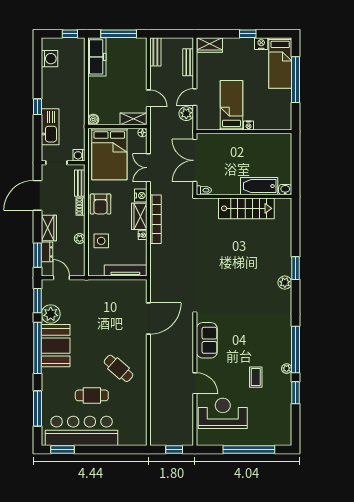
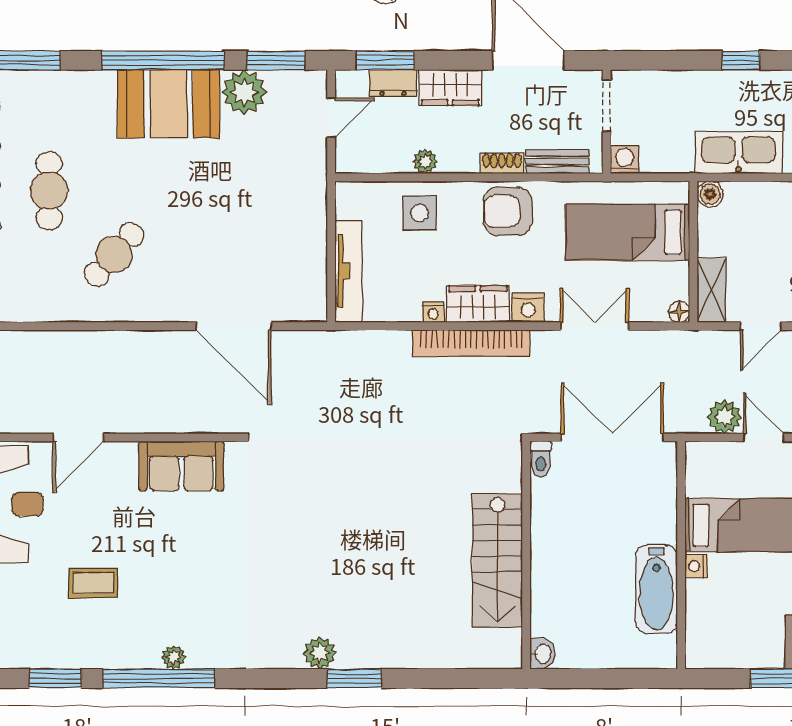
kitchen sink: (50, 127) -> (738, 153), moved, turned 180
bed: (109, 154) -> (628, 232), width x0.67
bathtub: (259, 186) -> (656, 589), moved, turned 180
plant: (287, 369) -> (174, 657), moved

